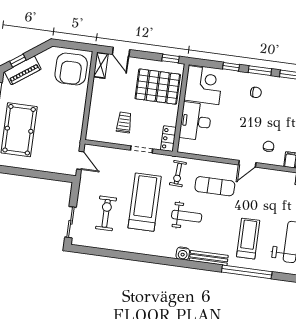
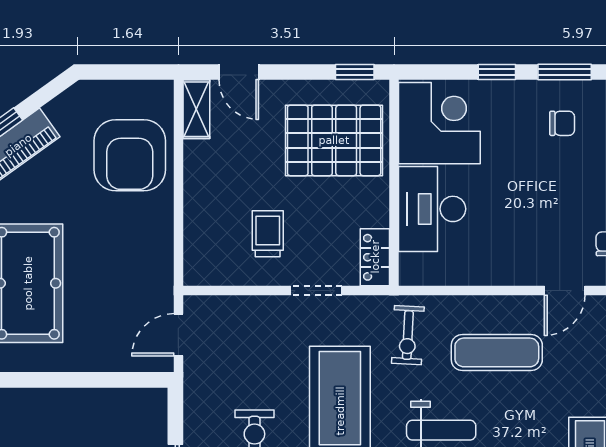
armchair: (71, 69) -> (130, 155), moved
door: (80, 160) -> (178, 335), swing flipped

